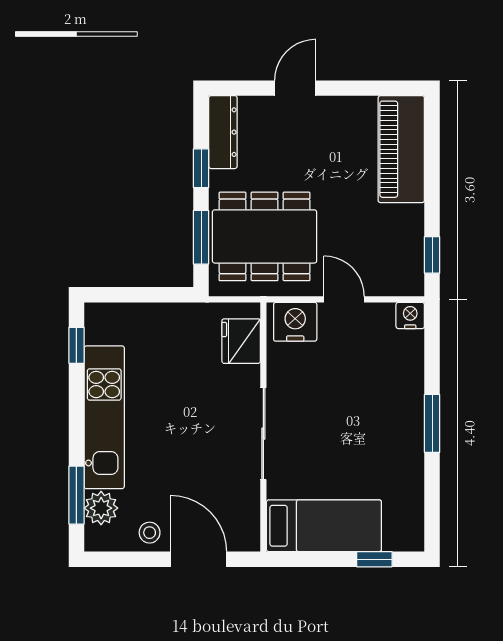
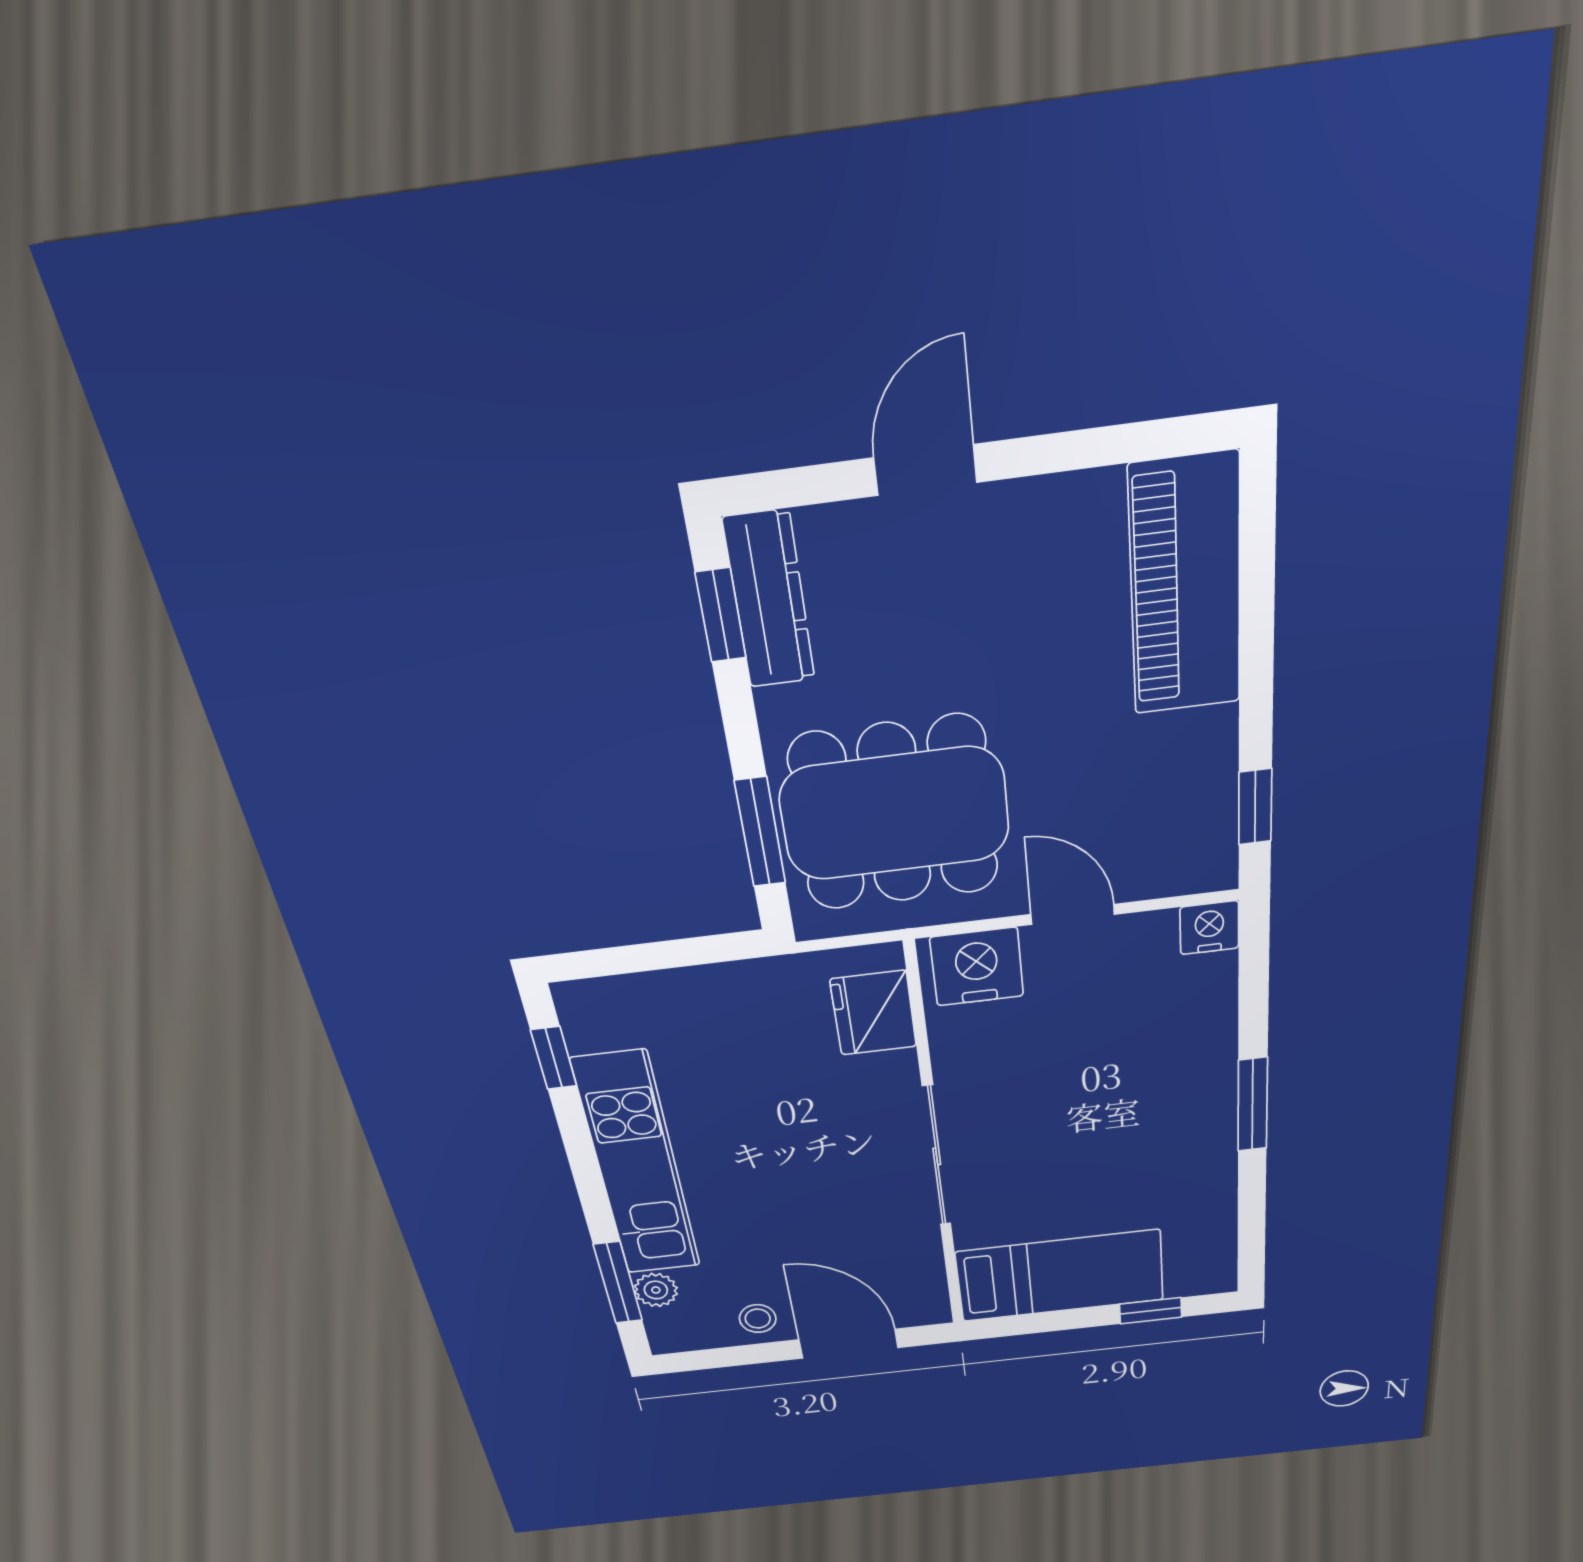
window: (201, 168) -> (721, 615), moved
plant: (101, 508) -> (656, 1290), width x0.73, depth x0.73

